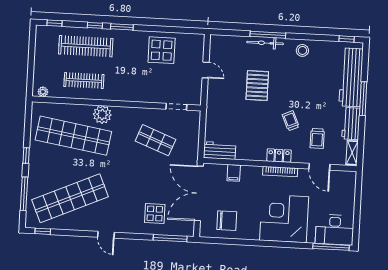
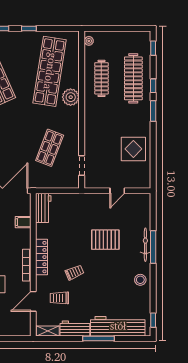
locker: (279, 156) -> (42, 257), width x1.53

